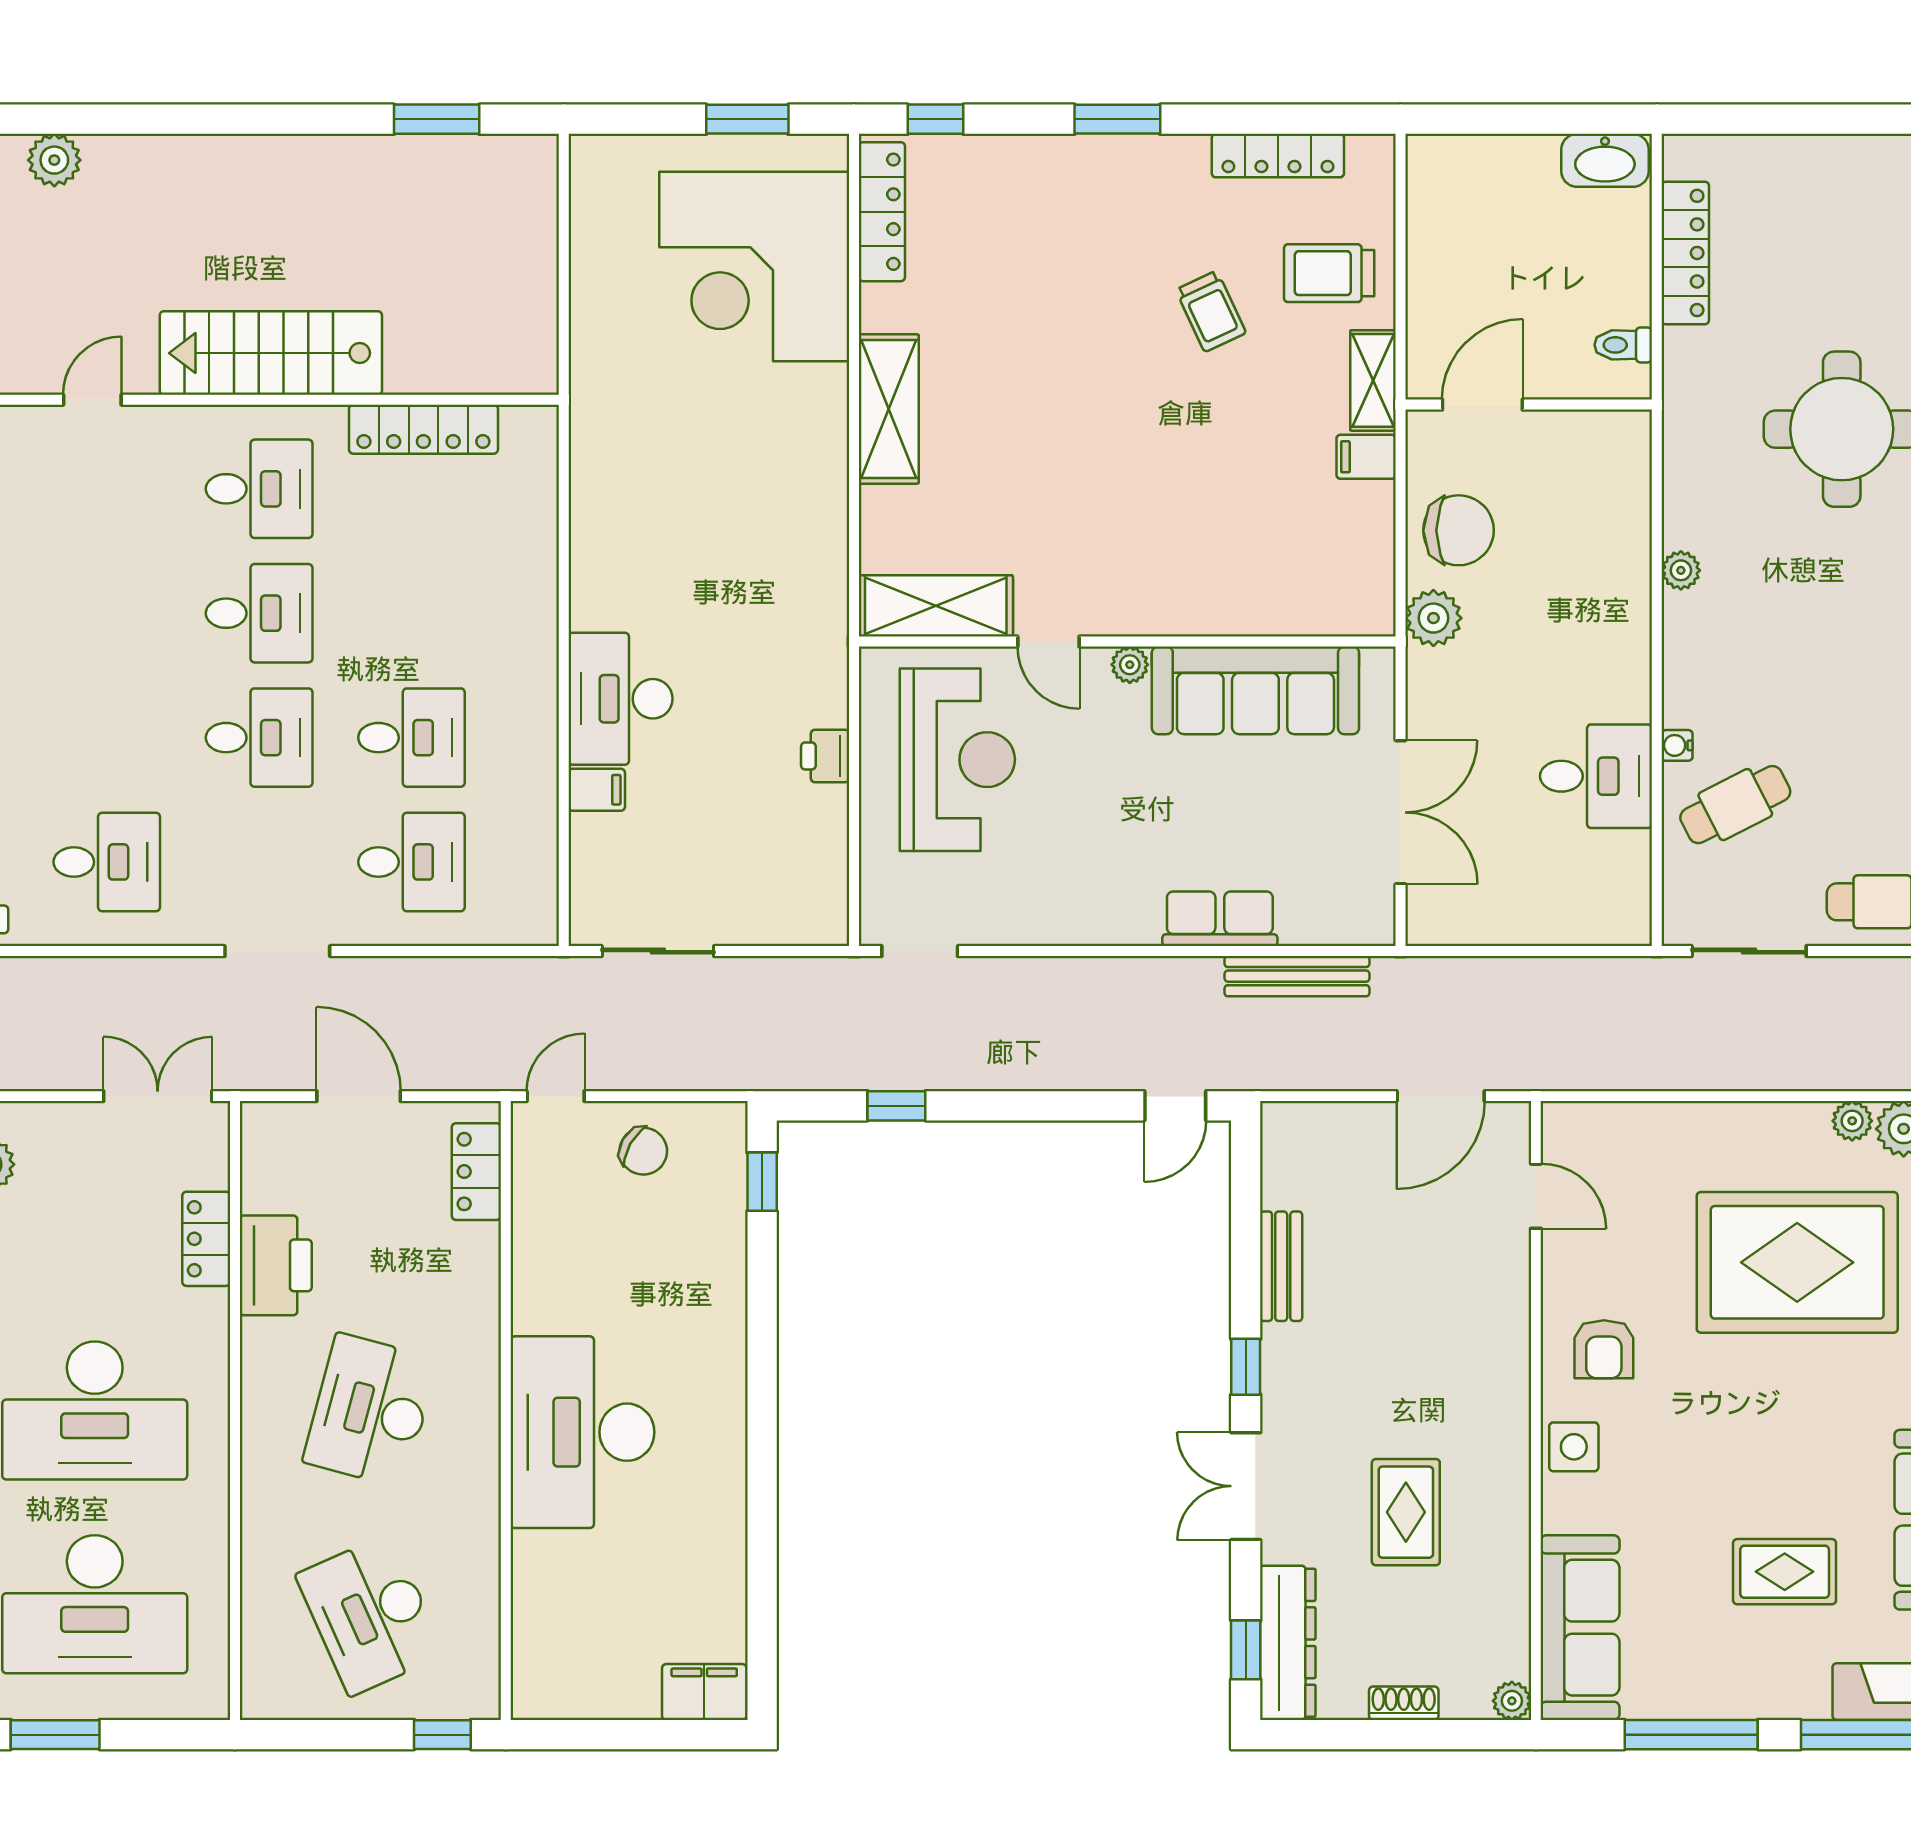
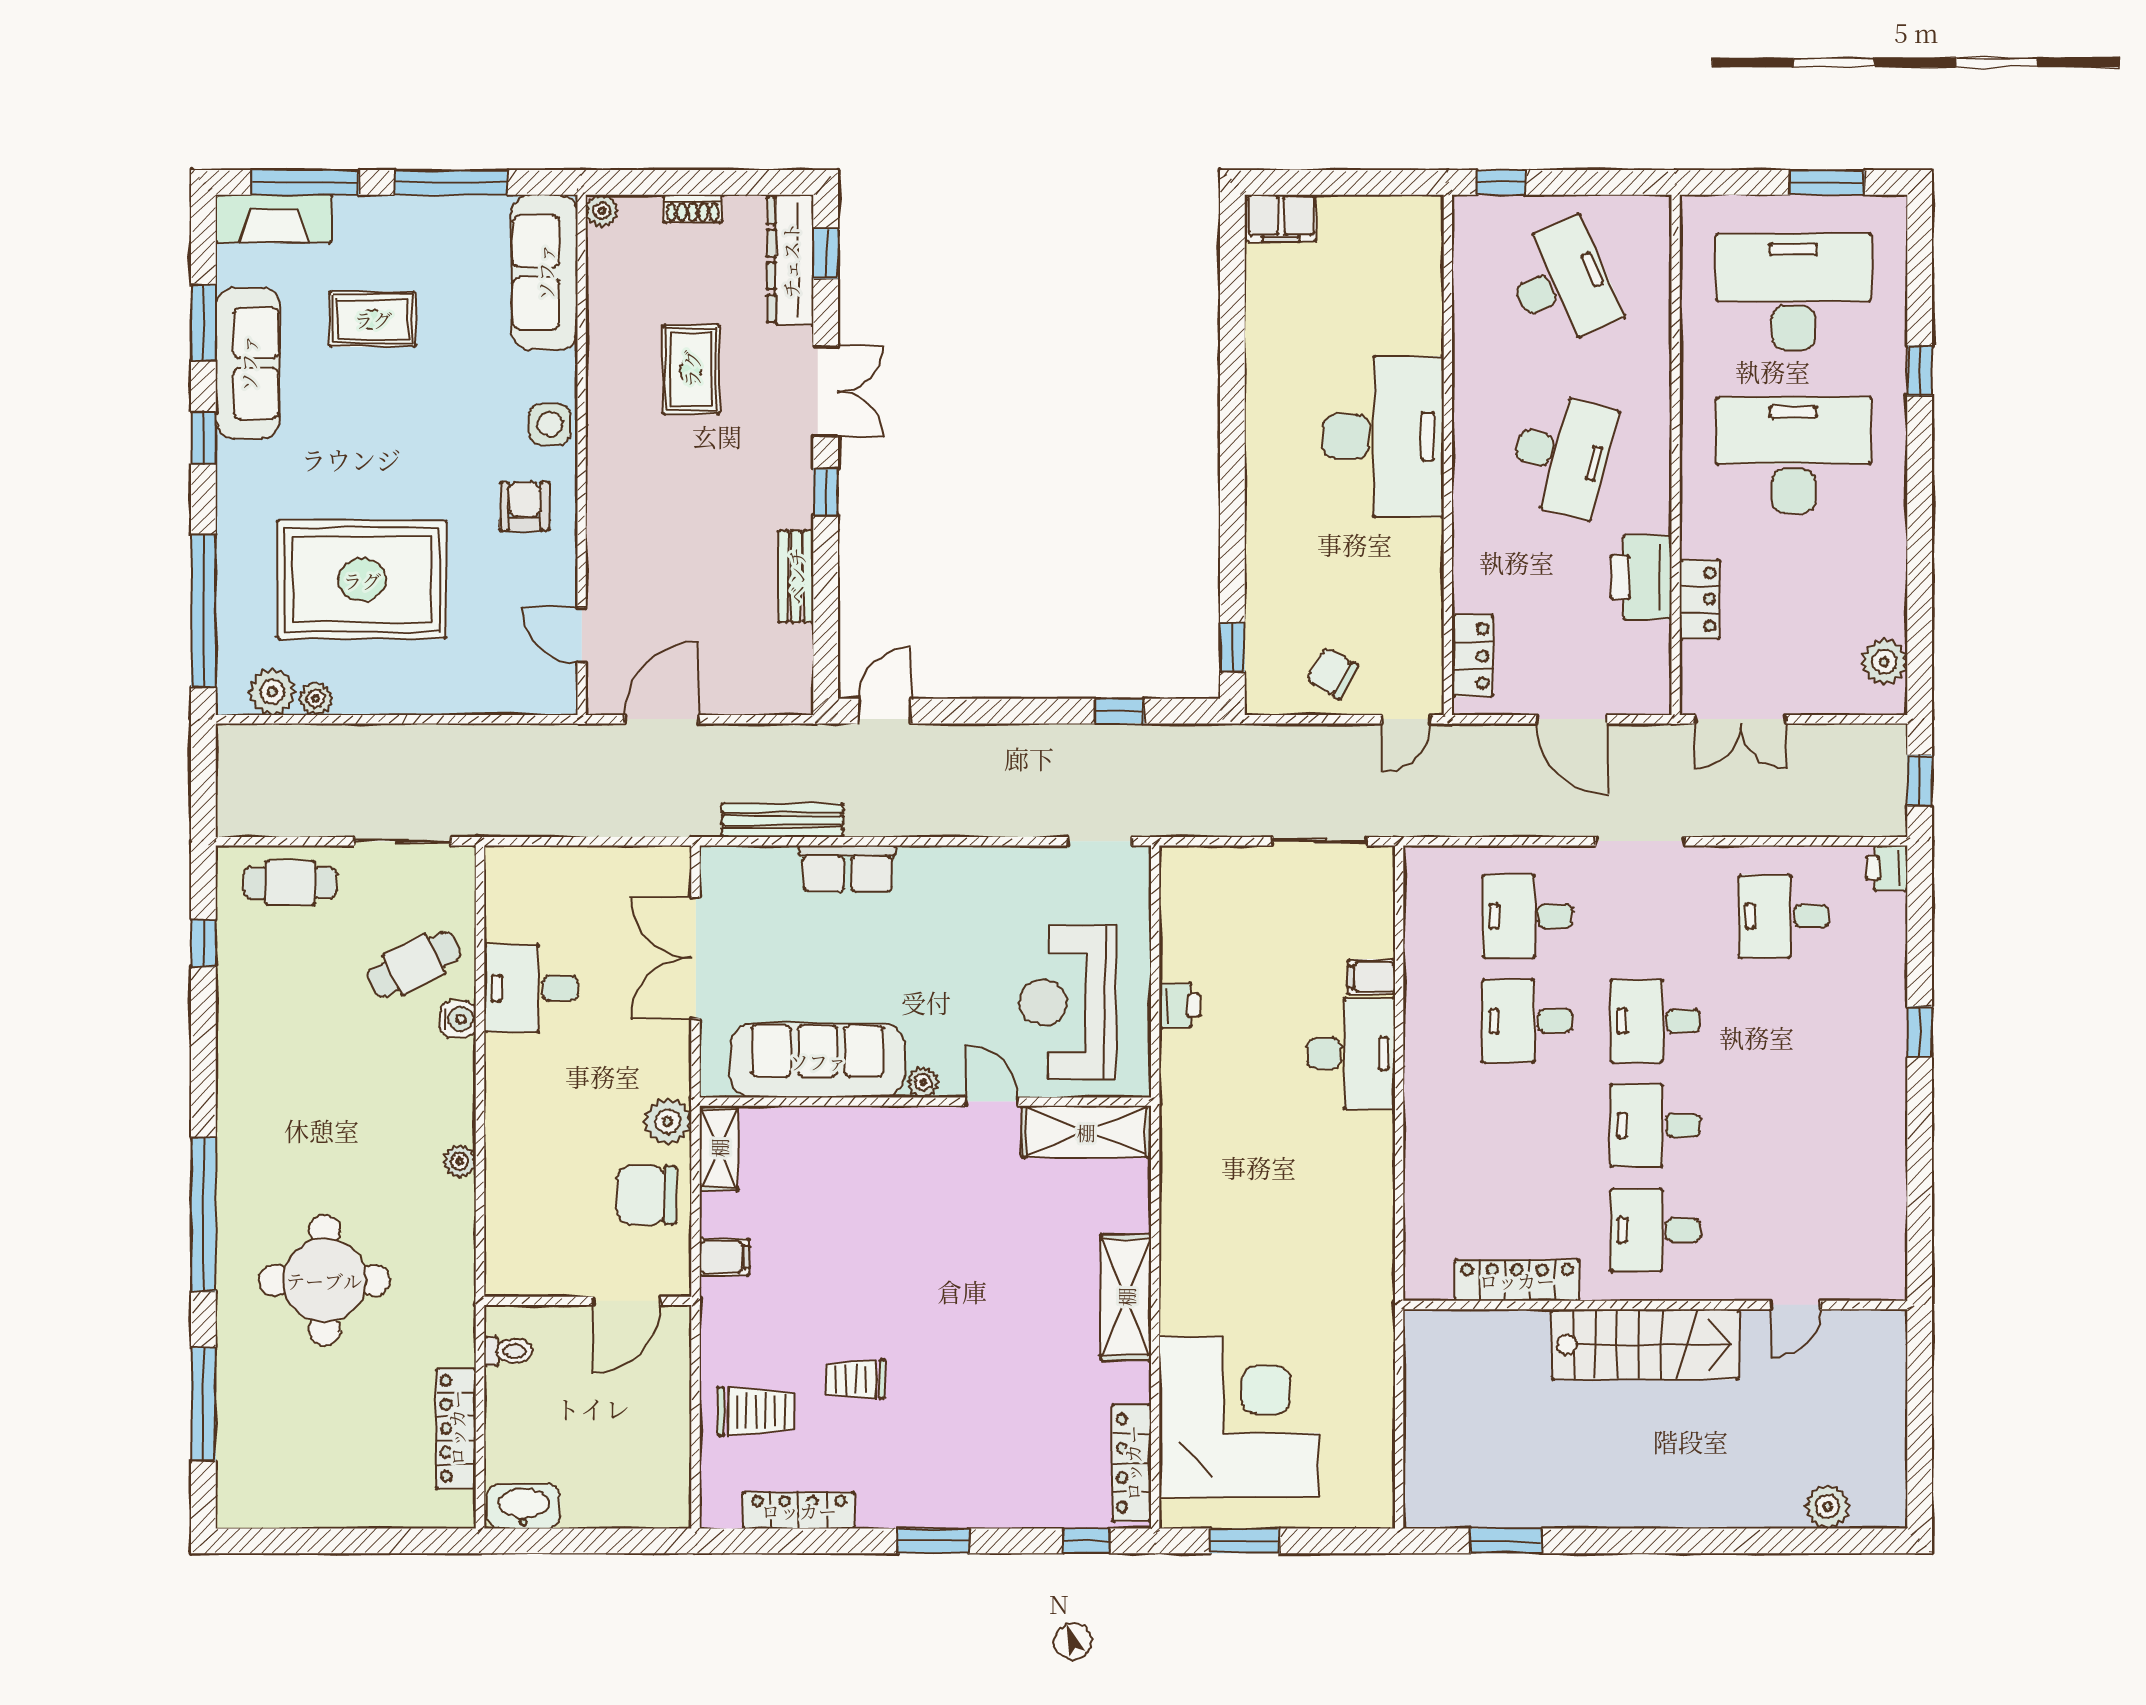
trolley: (1211, 311) -> (855, 1379), turned -65
shelving: (1373, 380) -> (719, 1148), moved
water cooler: (1677, 745) -> (458, 1019), width x1.38, depth x1.38

